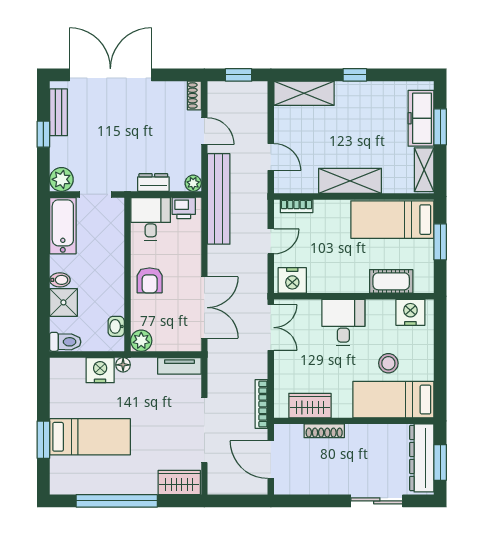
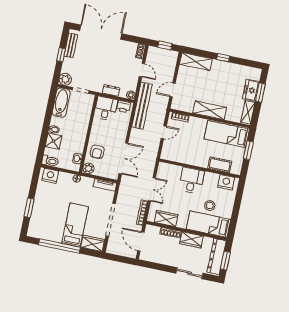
freezer: (421, 118) -> (251, 90), width x0.71
door: (271, 157) -> (172, 90), swing flipped
armchair: (150, 280) -> (97, 152), moved
nightstand: (292, 280) -> (170, 154), removed
double door: (271, 328) -> (152, 189), moved
nightstand: (100, 370) -> (50, 176), moved
wardrobe: (367, 436) -> (191, 240), added
bed: (90, 437) -> (75, 225), moved, turned -90

